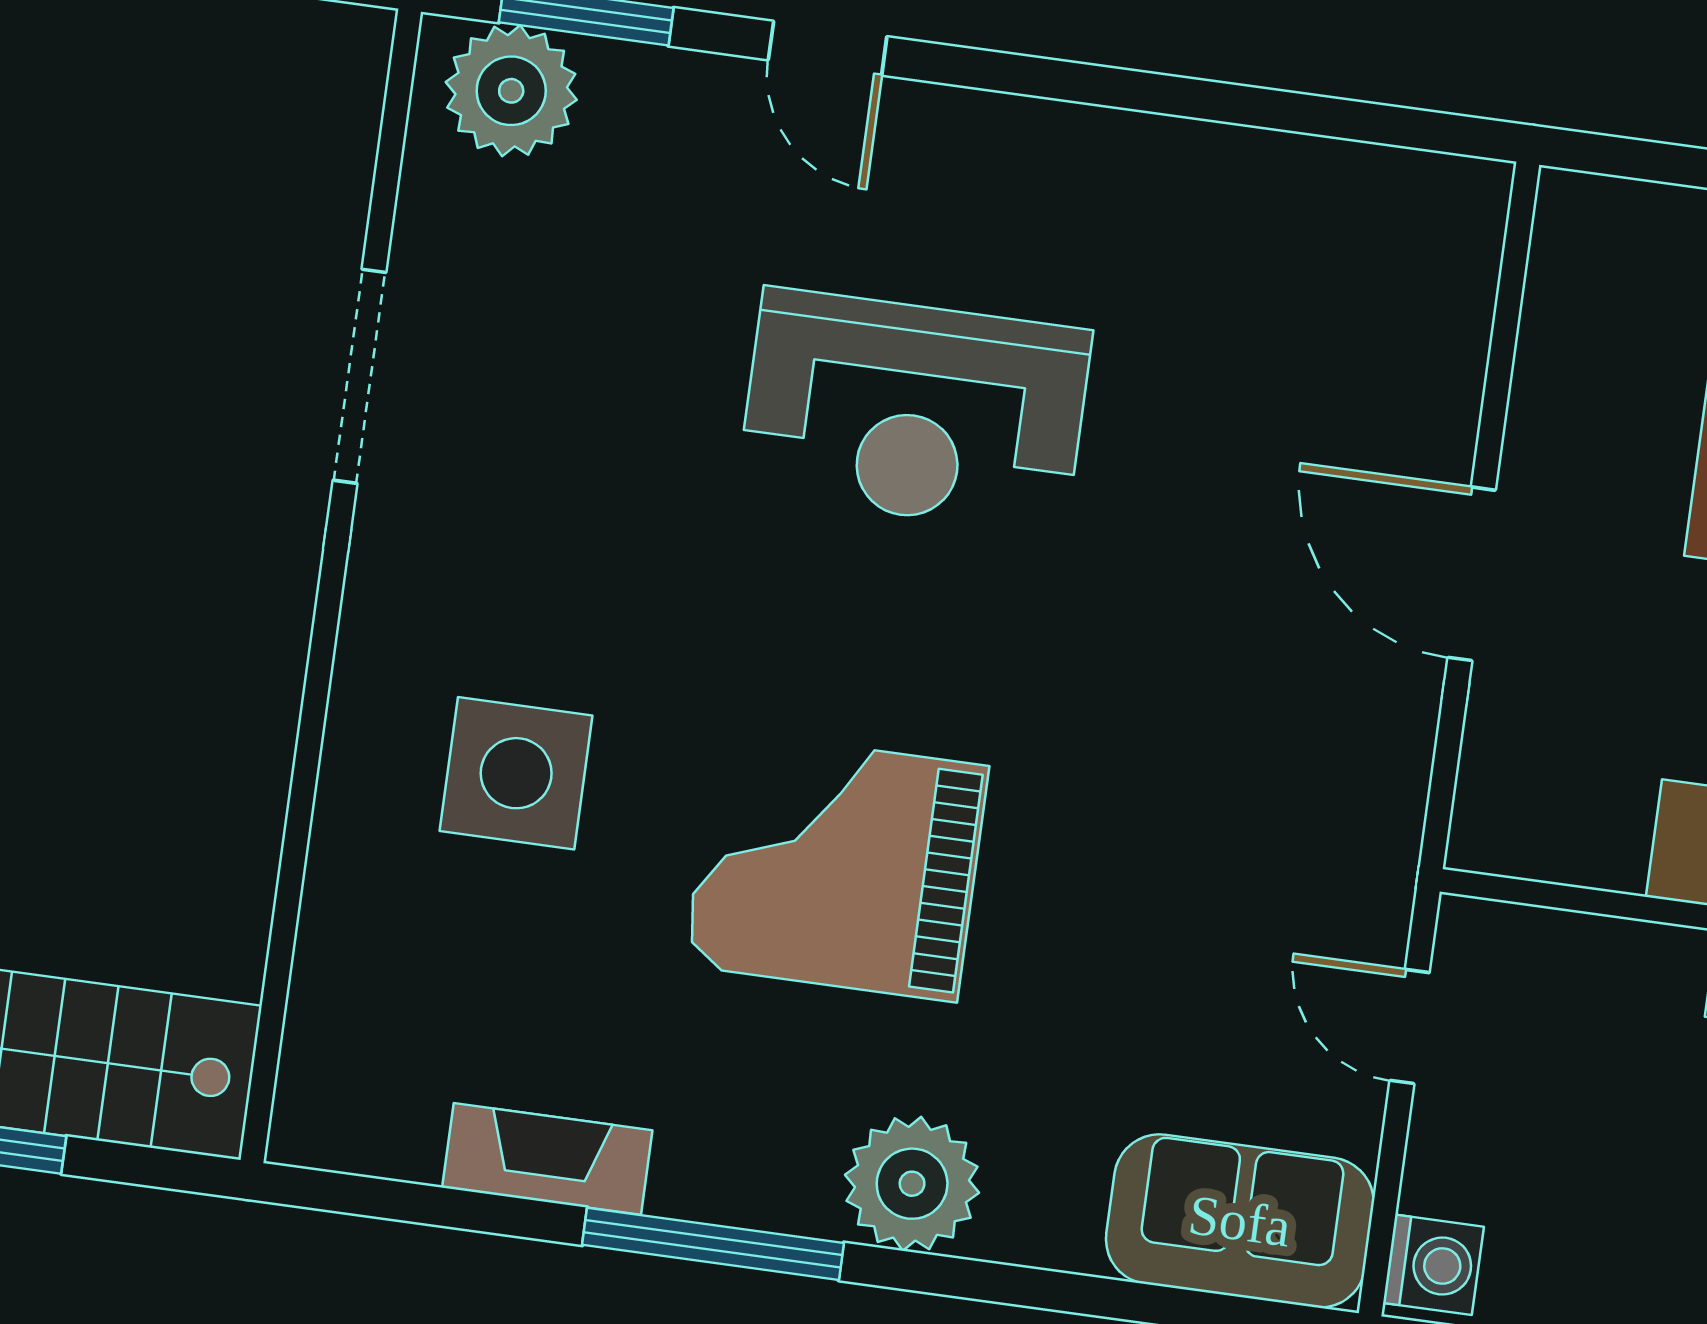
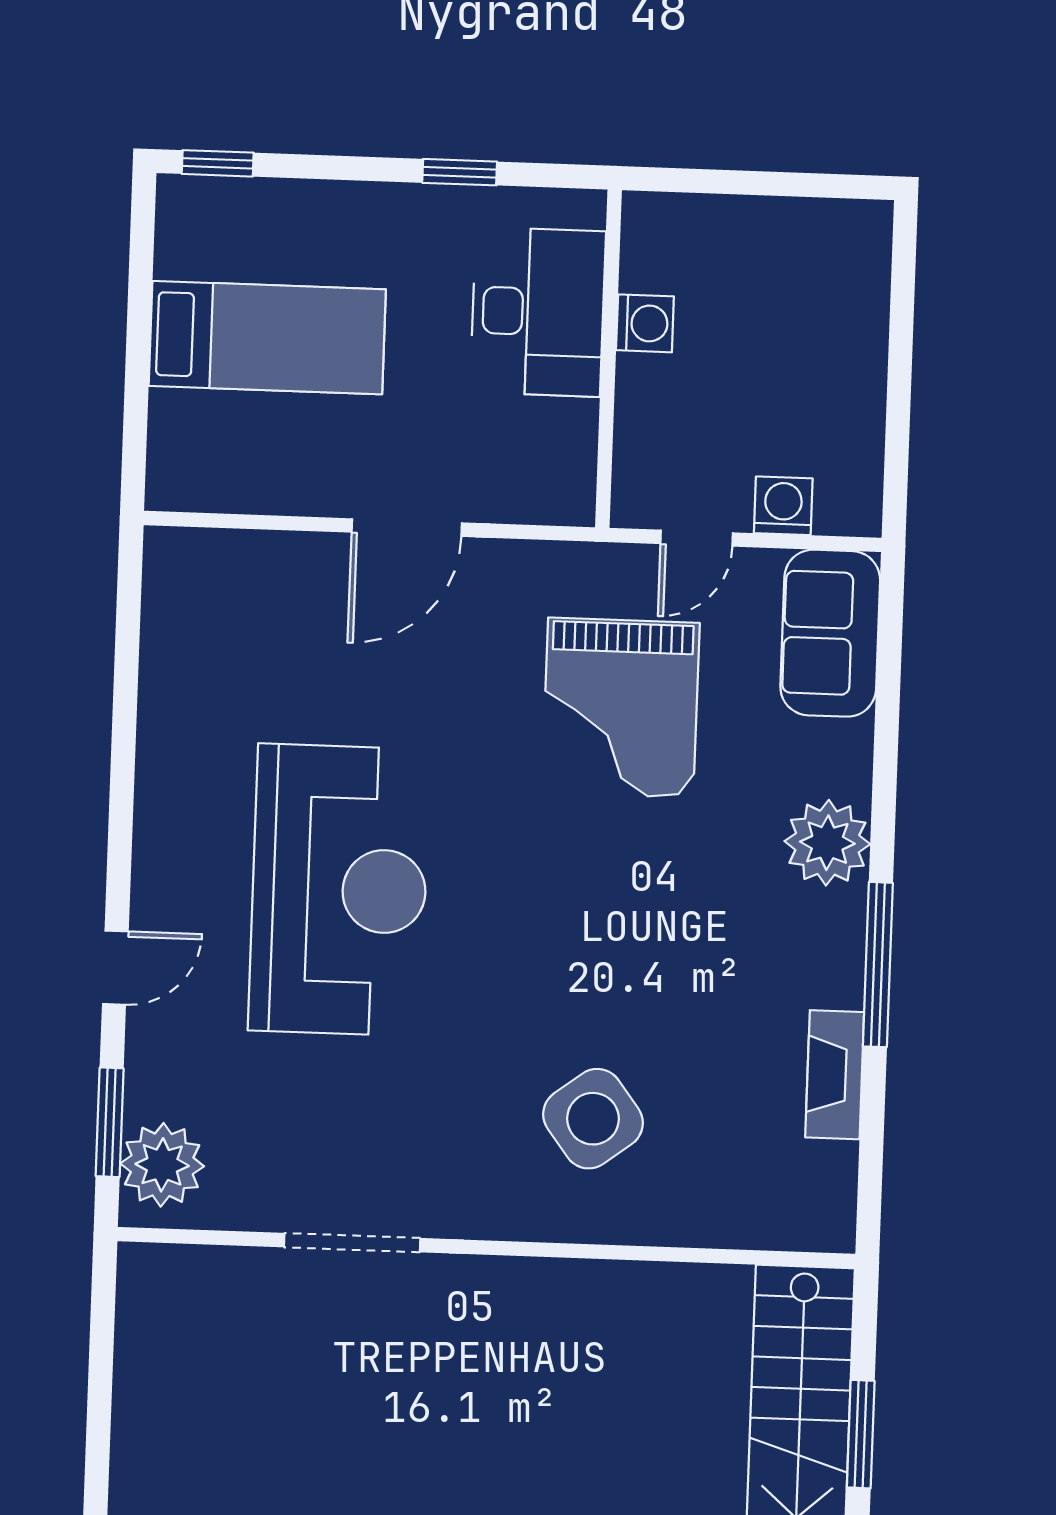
reception desk: (914, 411) -> (339, 890), width x1.36, depth x1.30
side table: (516, 773) -> (593, 1119), turned -37
grand piano: (836, 866) -> (621, 708), moved
washing machine: (1433, 1265) -> (783, 506), moved

